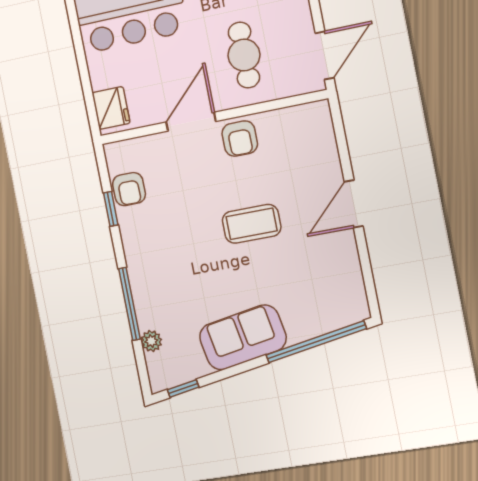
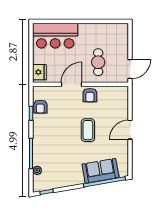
coffee table: (252, 224) -> (88, 130), turned 90
sofa: (243, 337) -> (100, 171), moved

